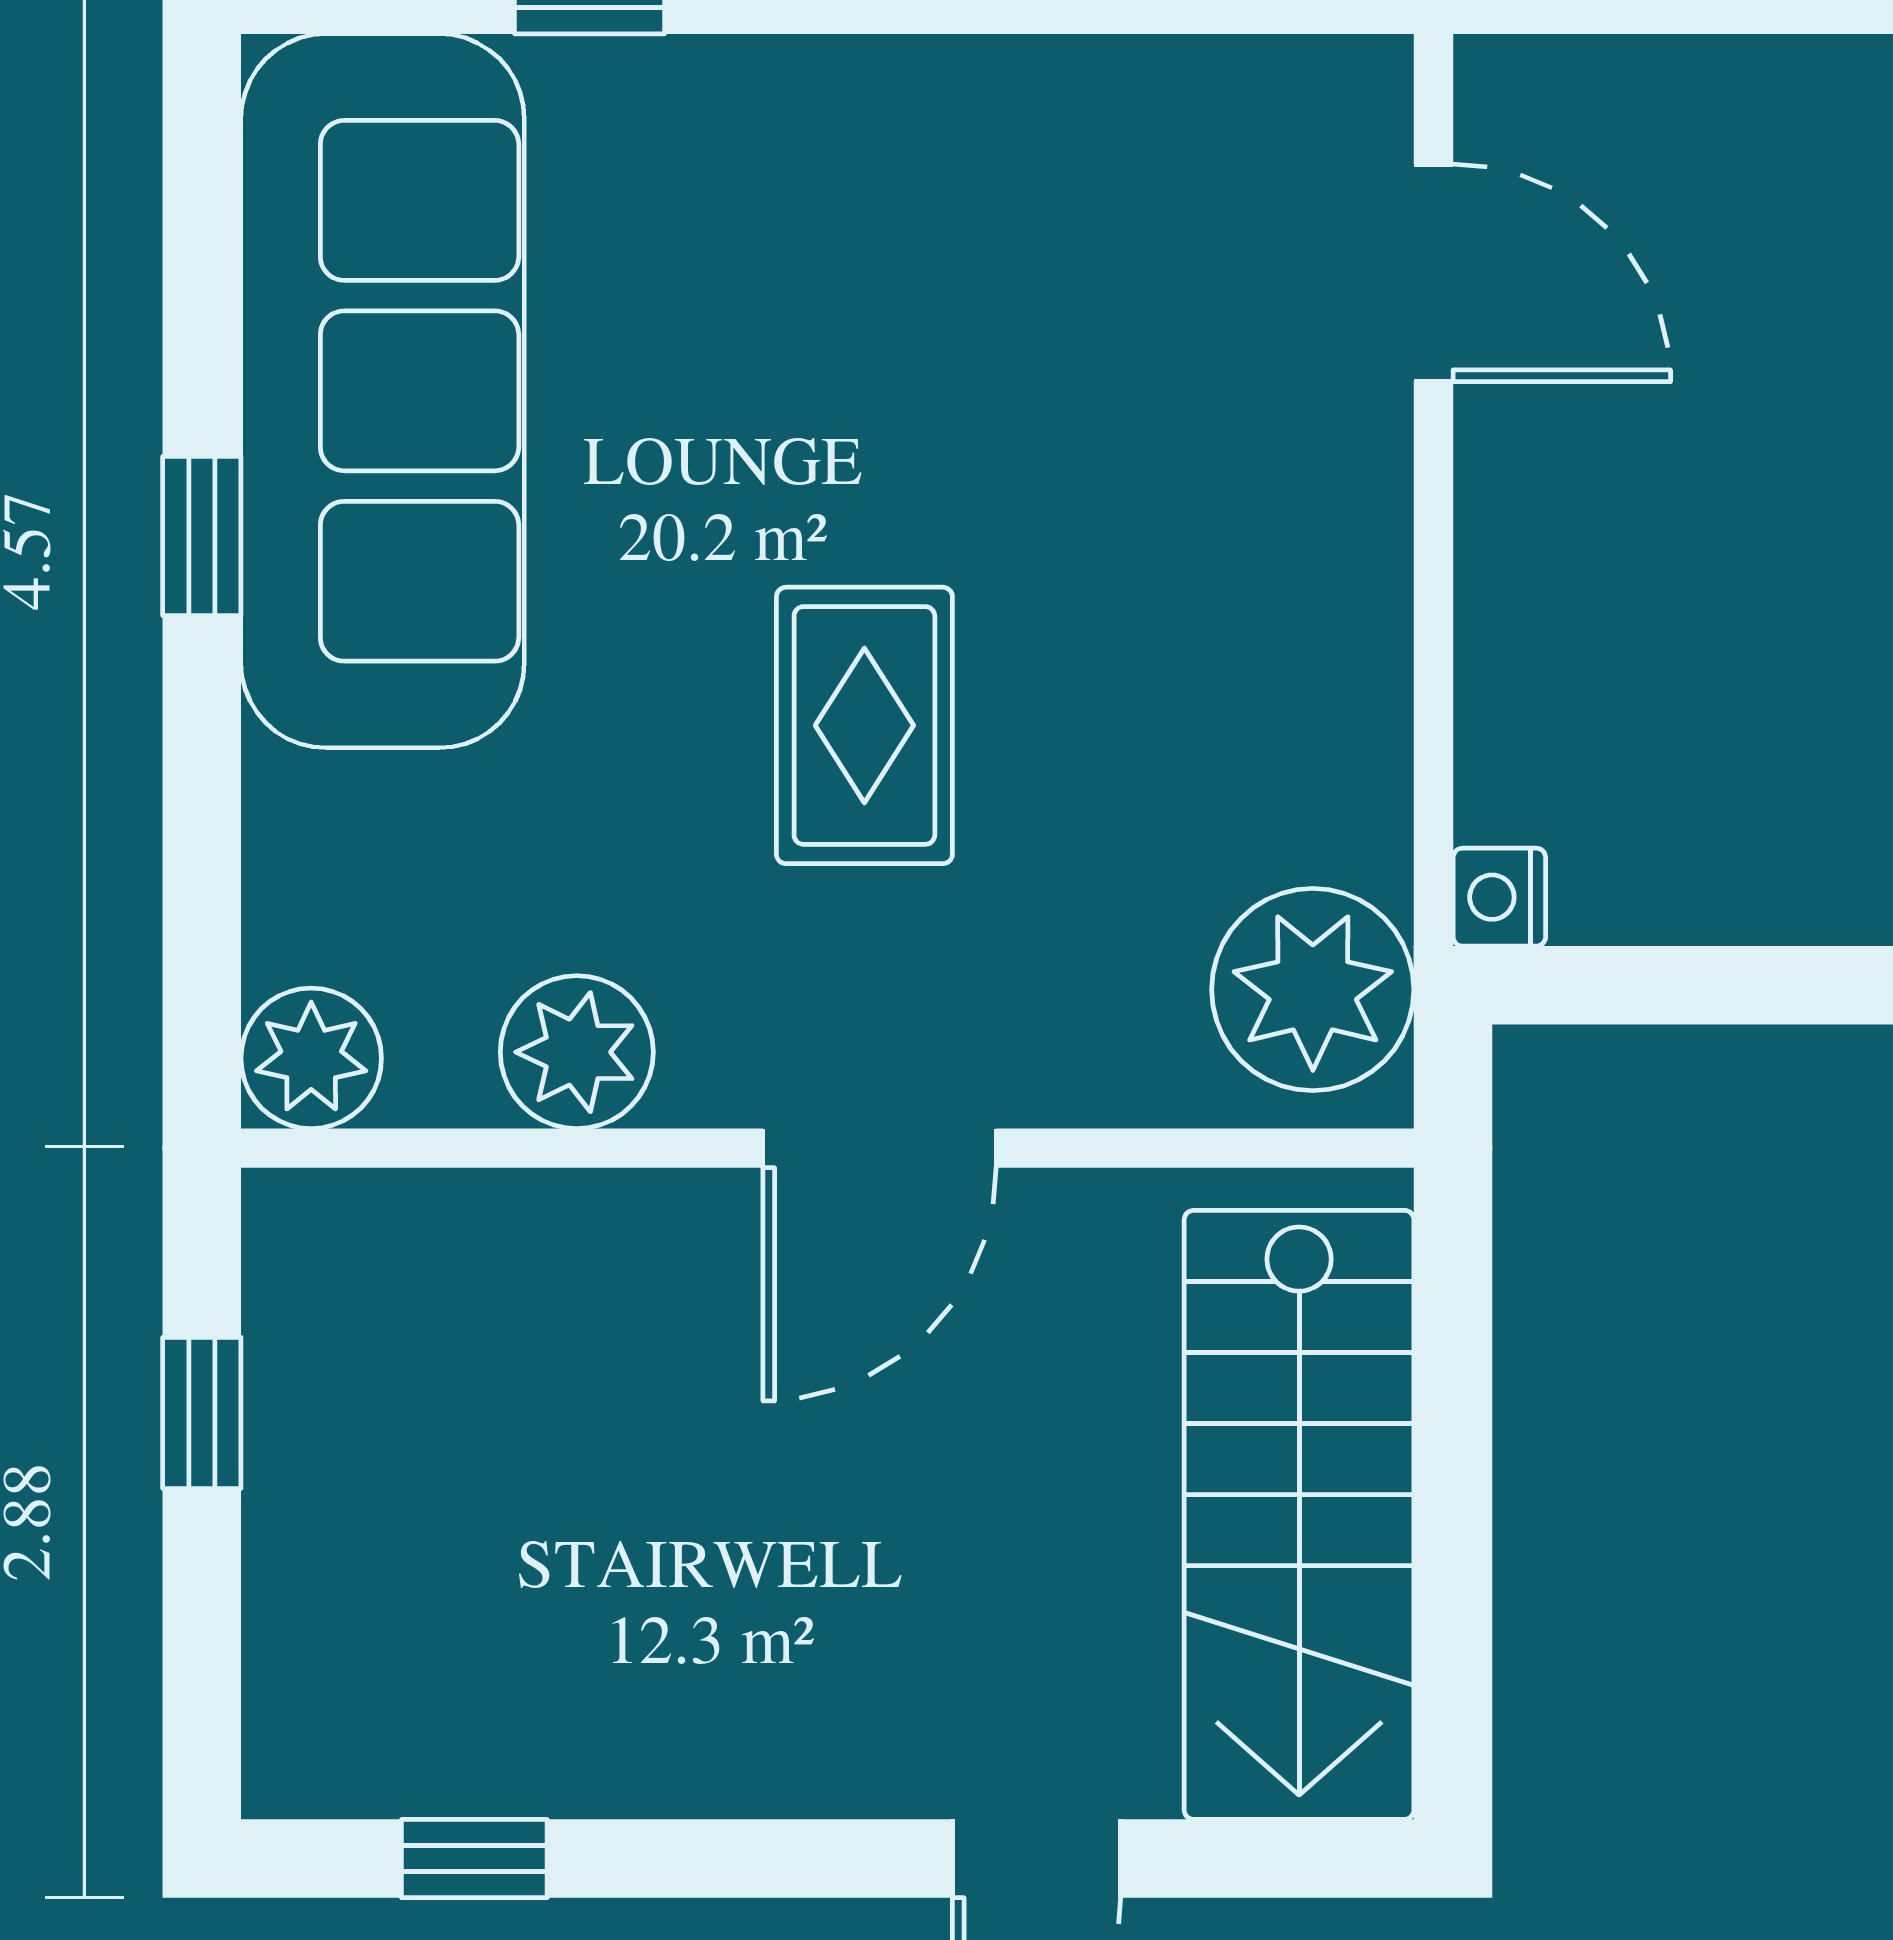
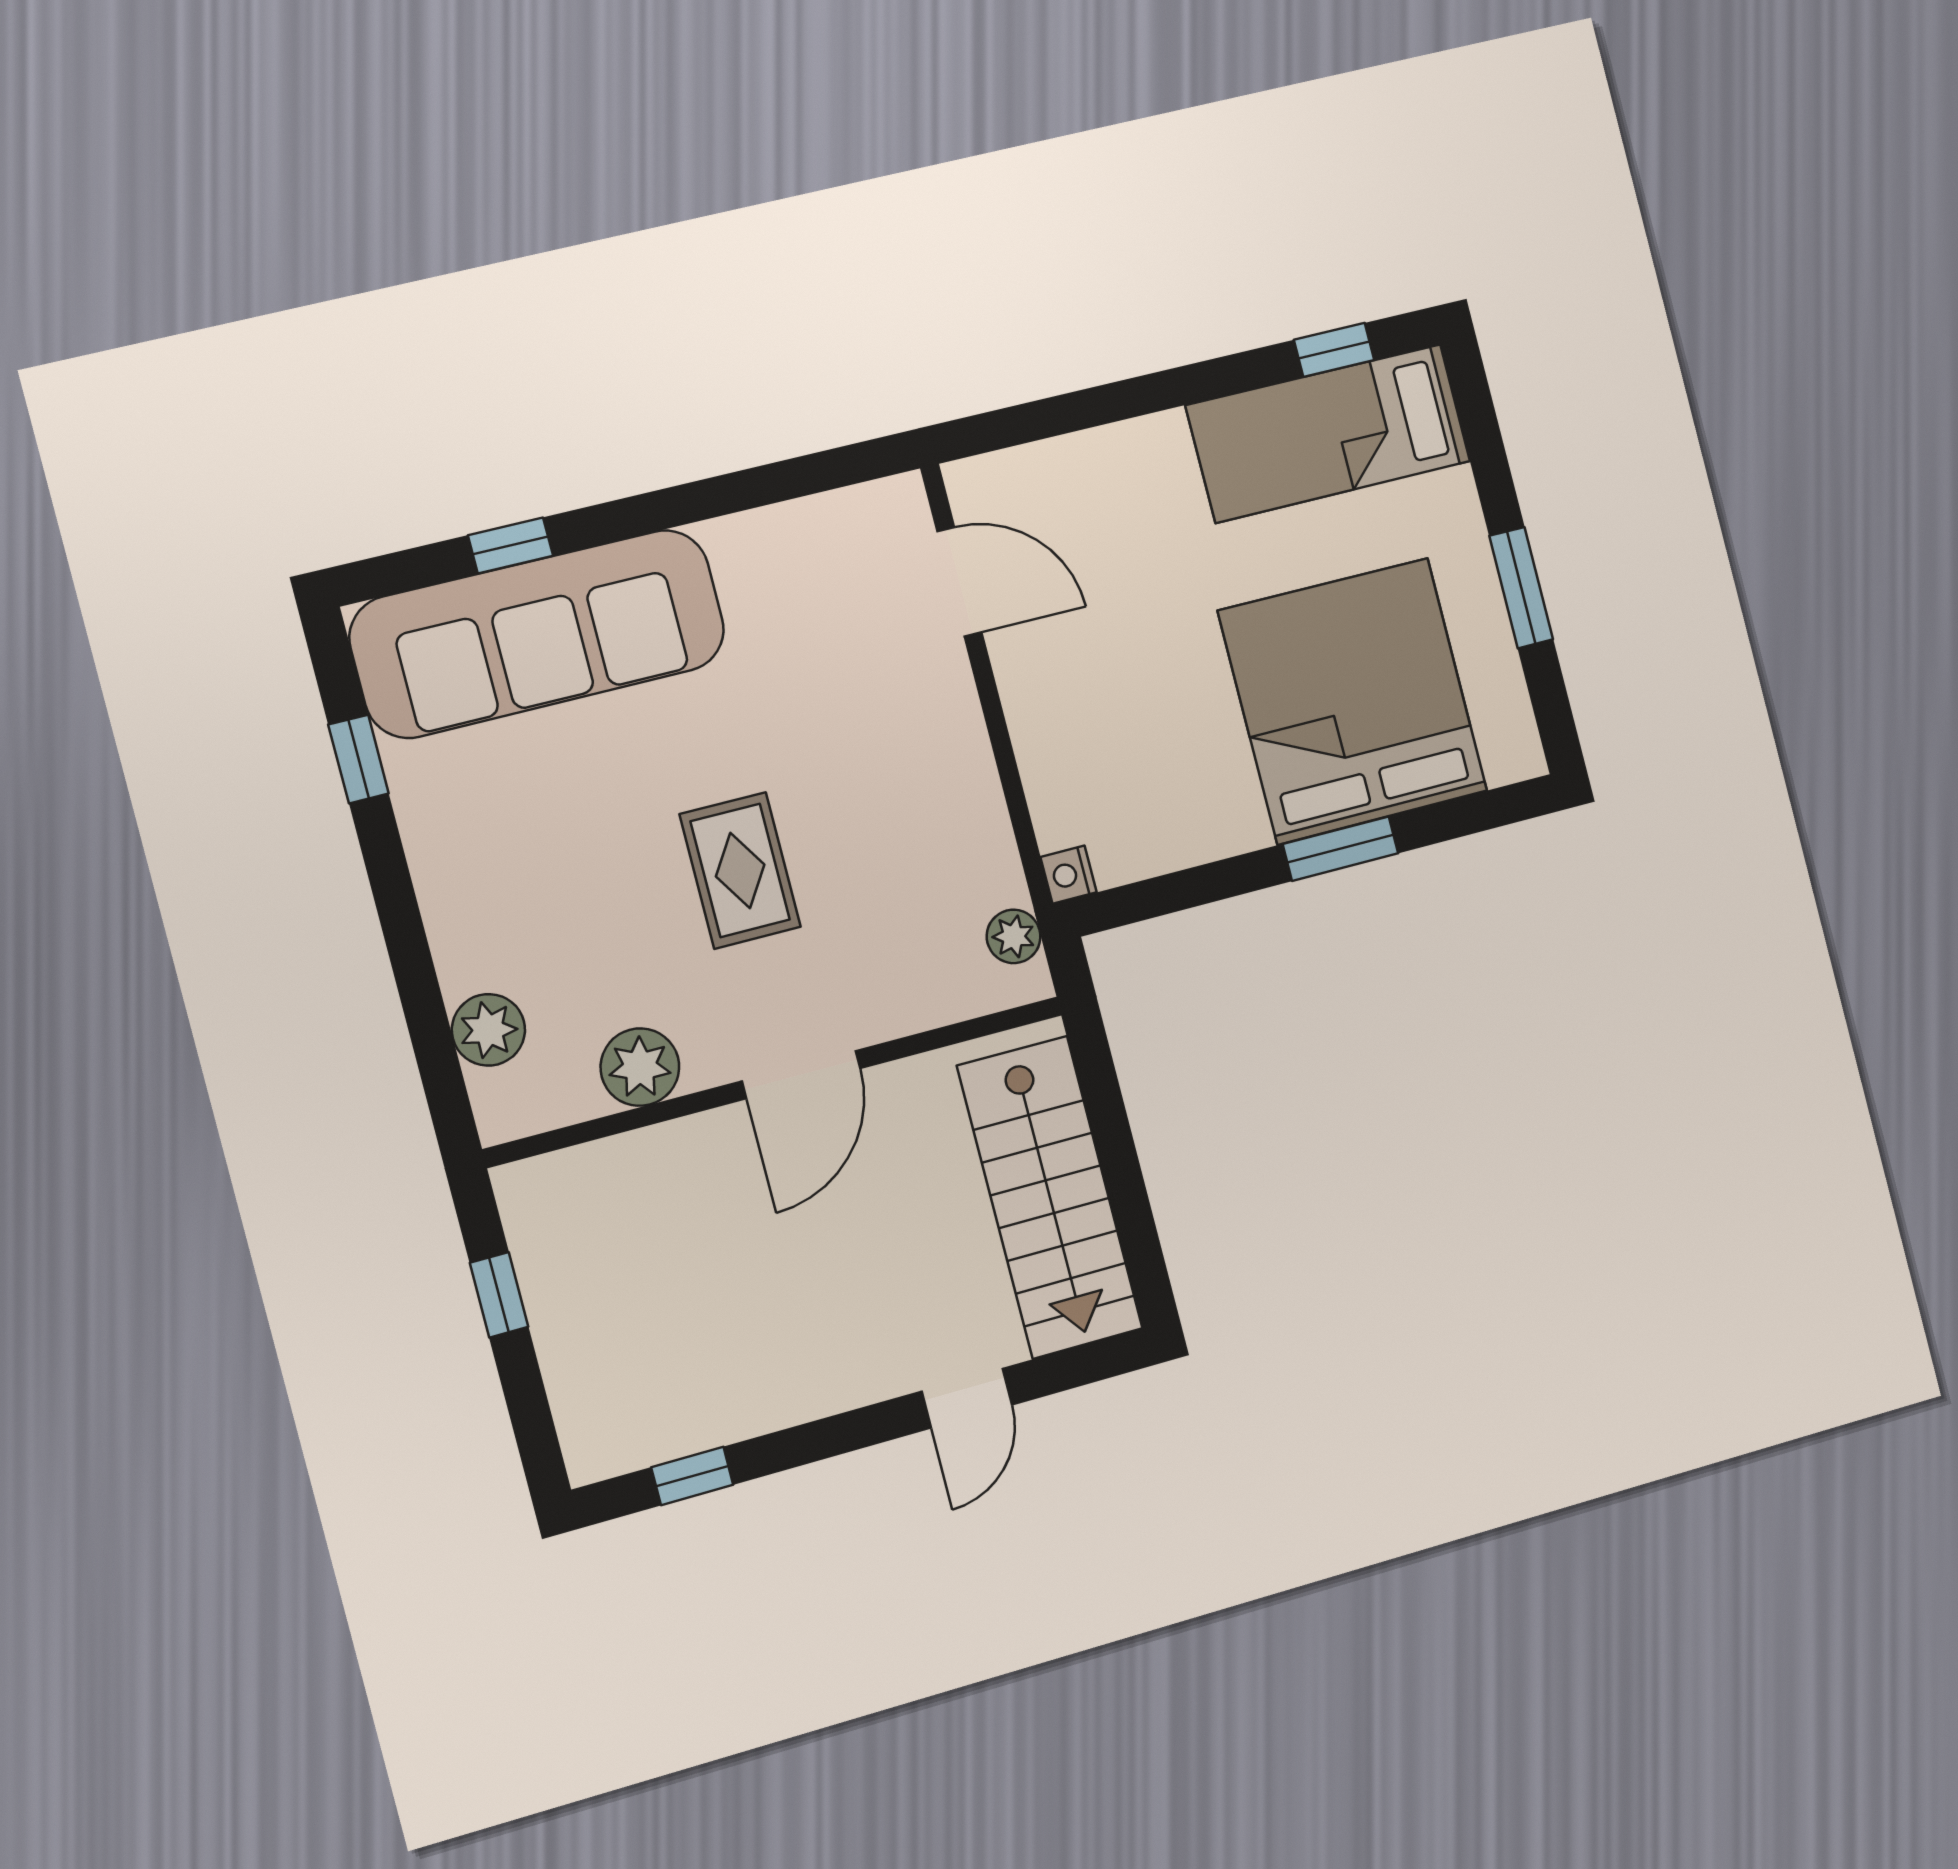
sofa: (383, 391) -> (538, 634), moved, turned 90
window: (202, 536) -> (359, 759), moved
plant: (1313, 990) -> (1014, 936), width x0.53, depth x0.53
plant: (311, 1058) -> (488, 1030), moved

